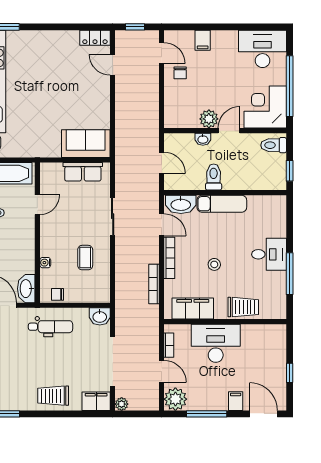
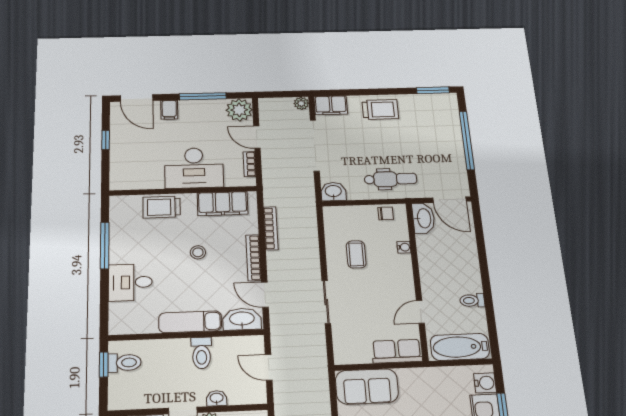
toilet: (274, 145) -> (124, 363), moved
row of seats: (83, 172) -> (397, 351), moved
desk: (269, 254) -> (130, 282), moved
dental chair: (51, 327) -> (391, 179), turned 180

